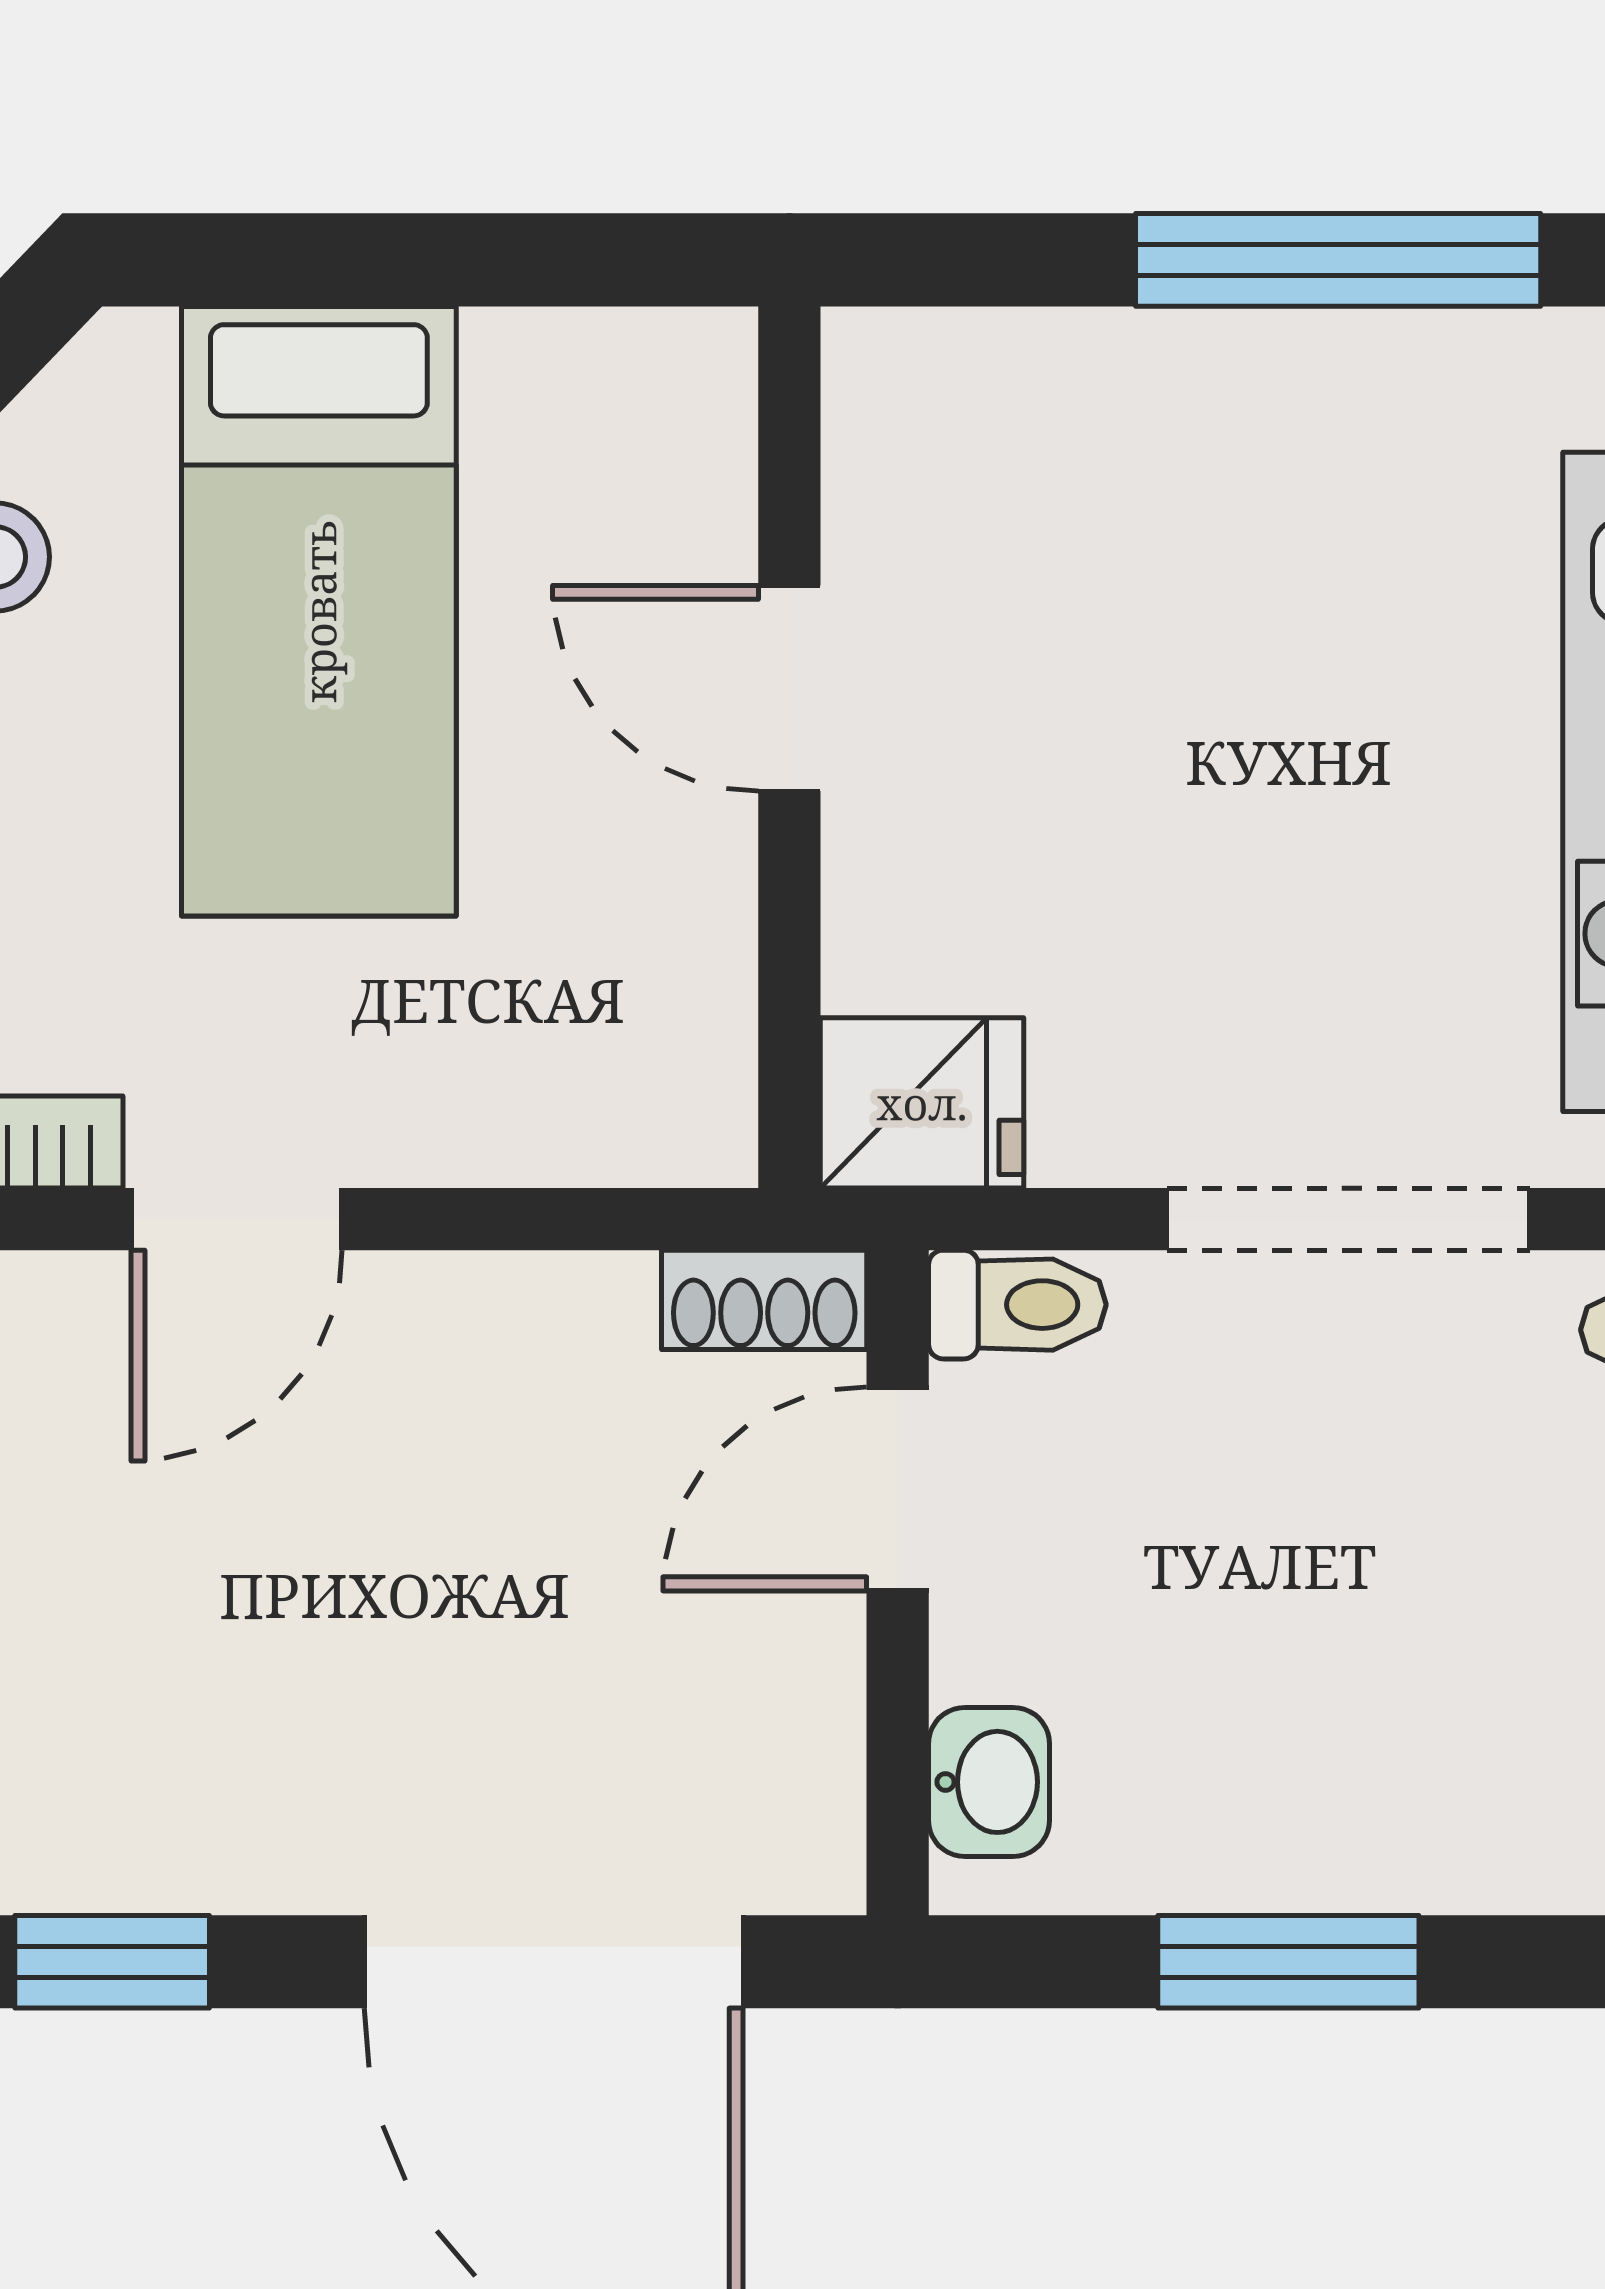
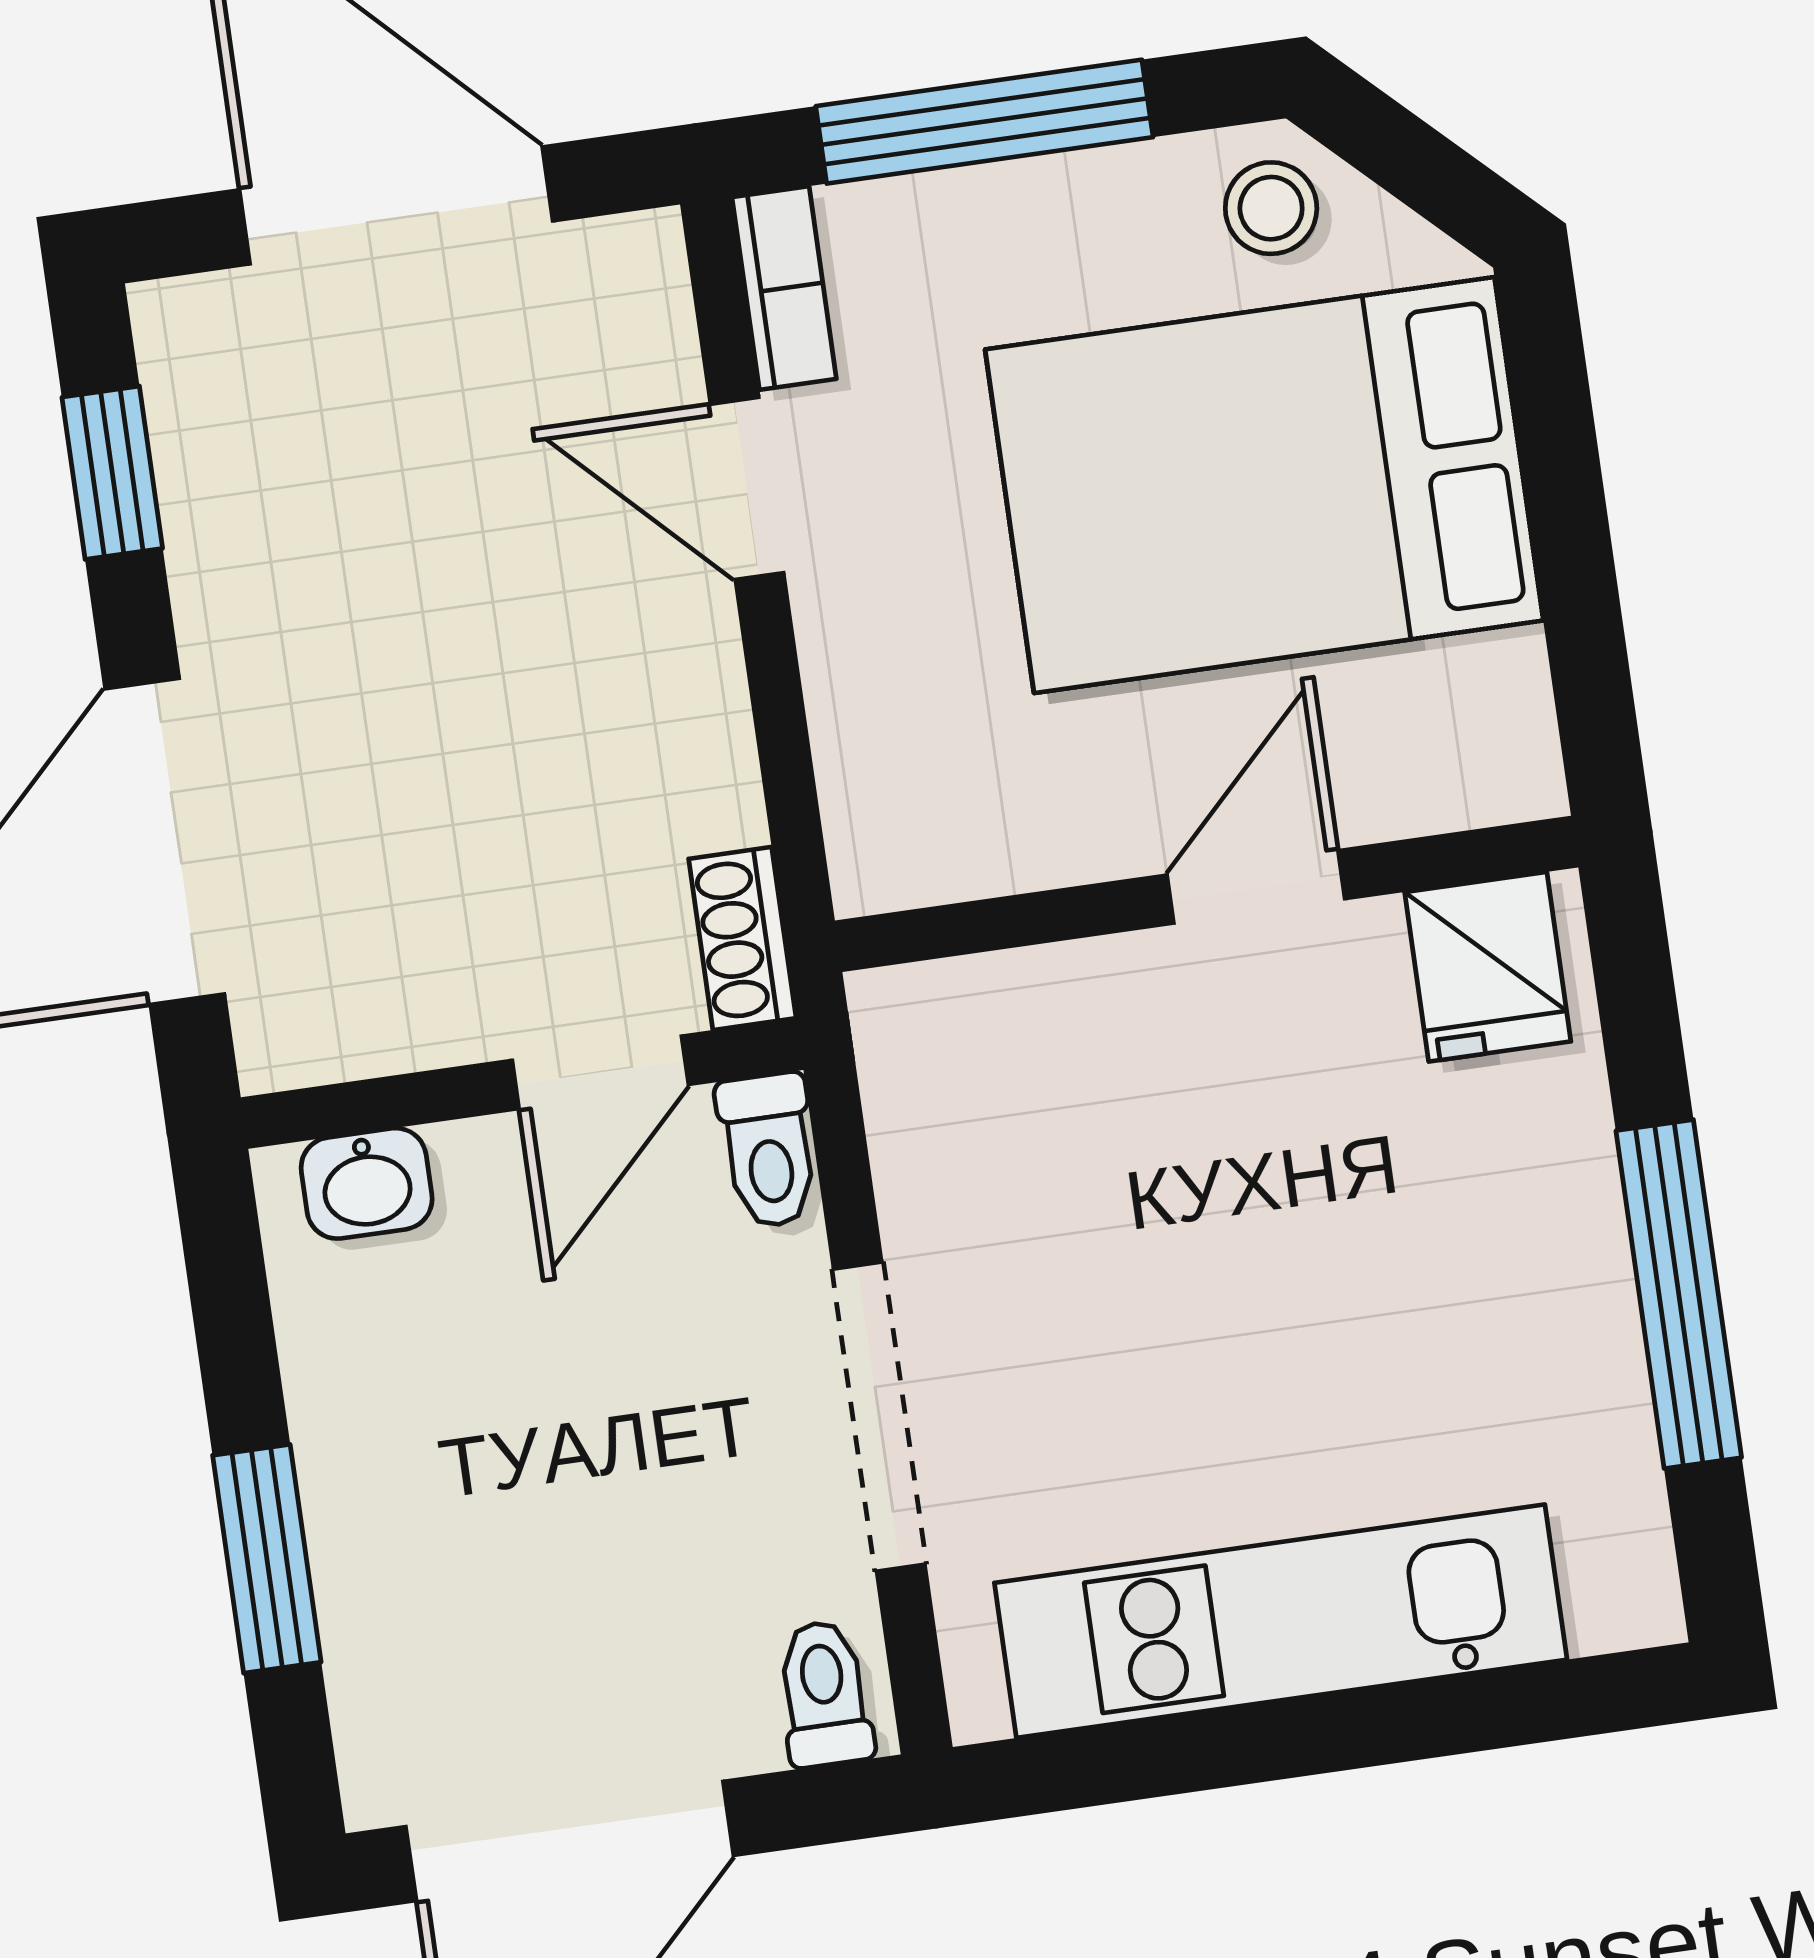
bed: (319, 611) -> (1264, 485), width x1.50
fridge: (922, 1103) -> (1488, 967), moved
door: (898, 1489) -> (600, 1072), swing flipped
window: (1288, 1962) -> (267, 1559), moved

